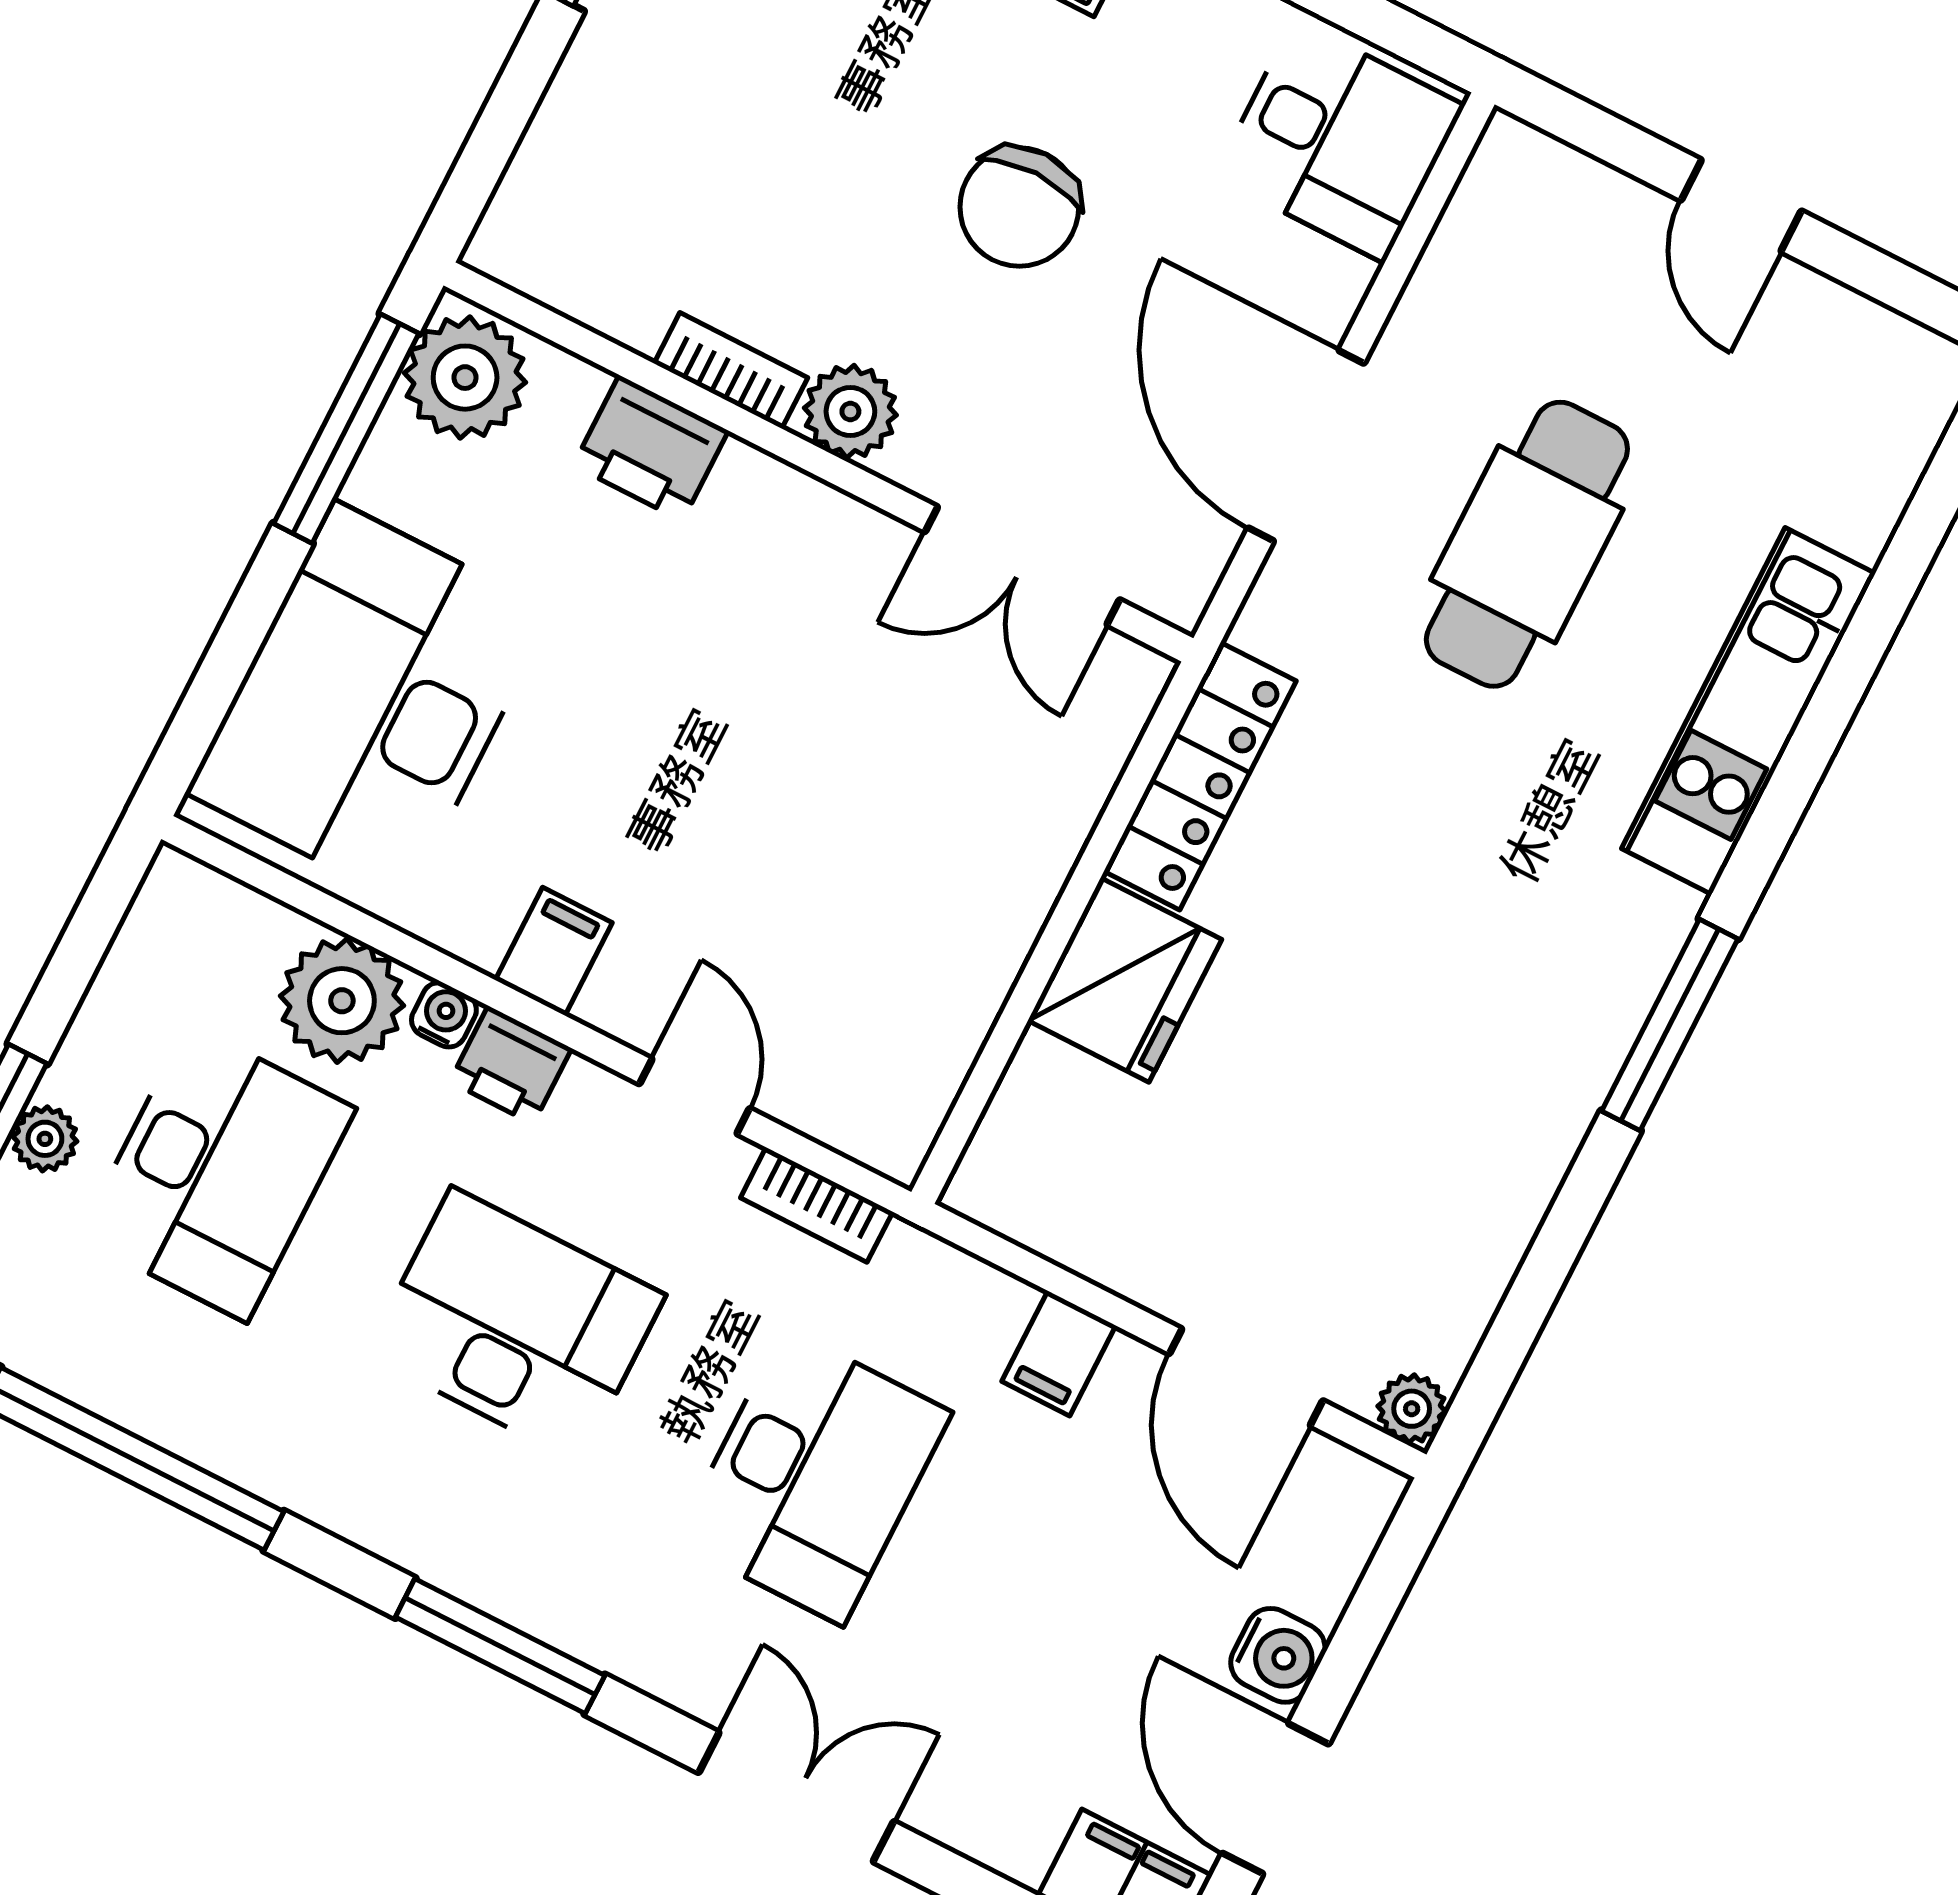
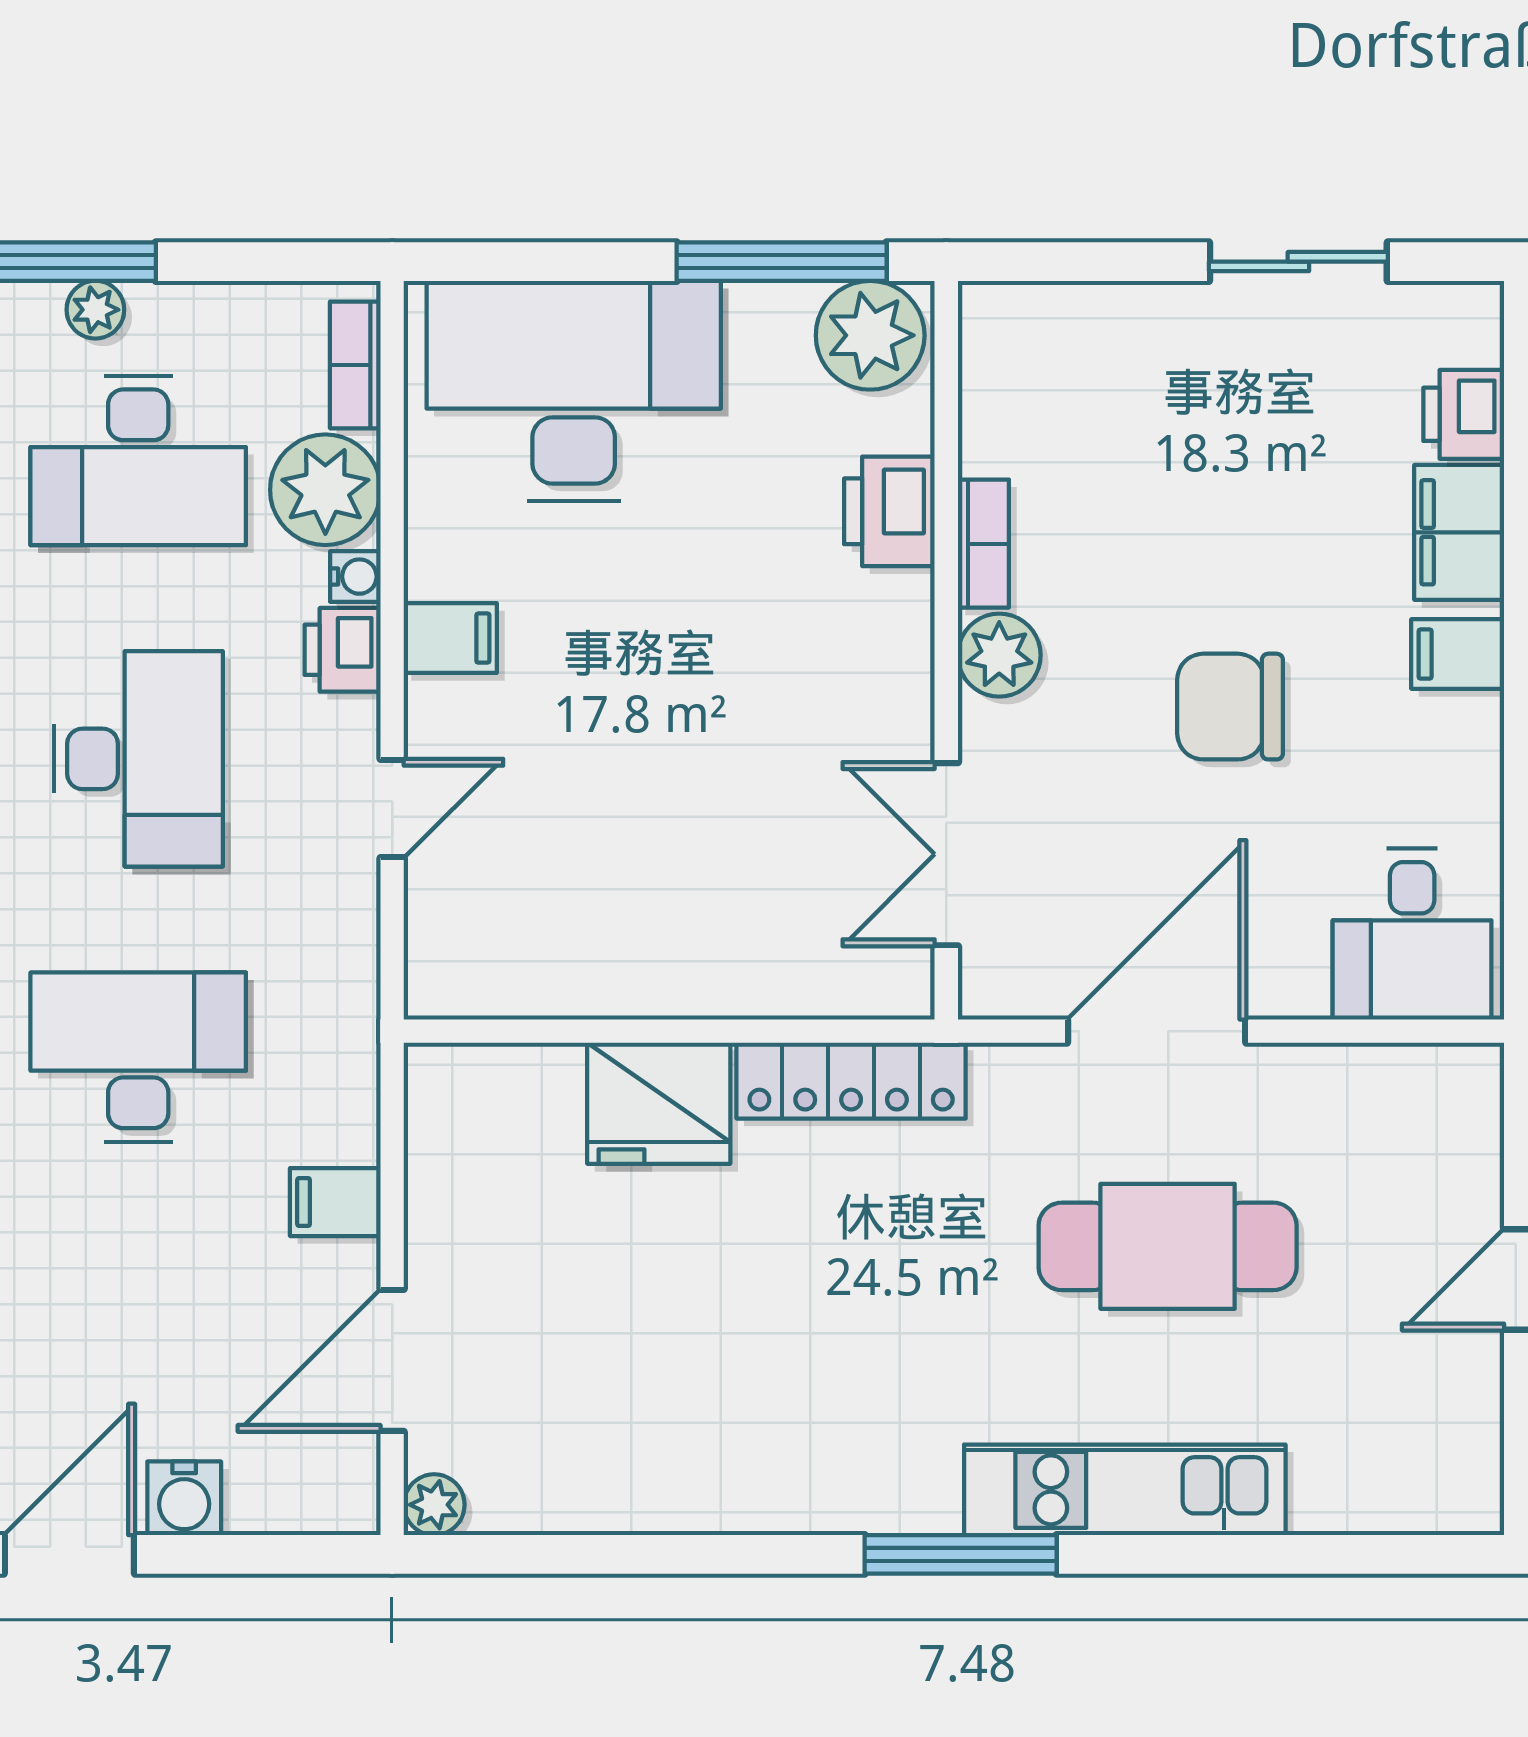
window: (1670, 1025) -> (961, 1554), moved
bookcase: (817, 1205) -> (355, 365), moved
desk: (814, 1477) -> (138, 1057), turned 180

